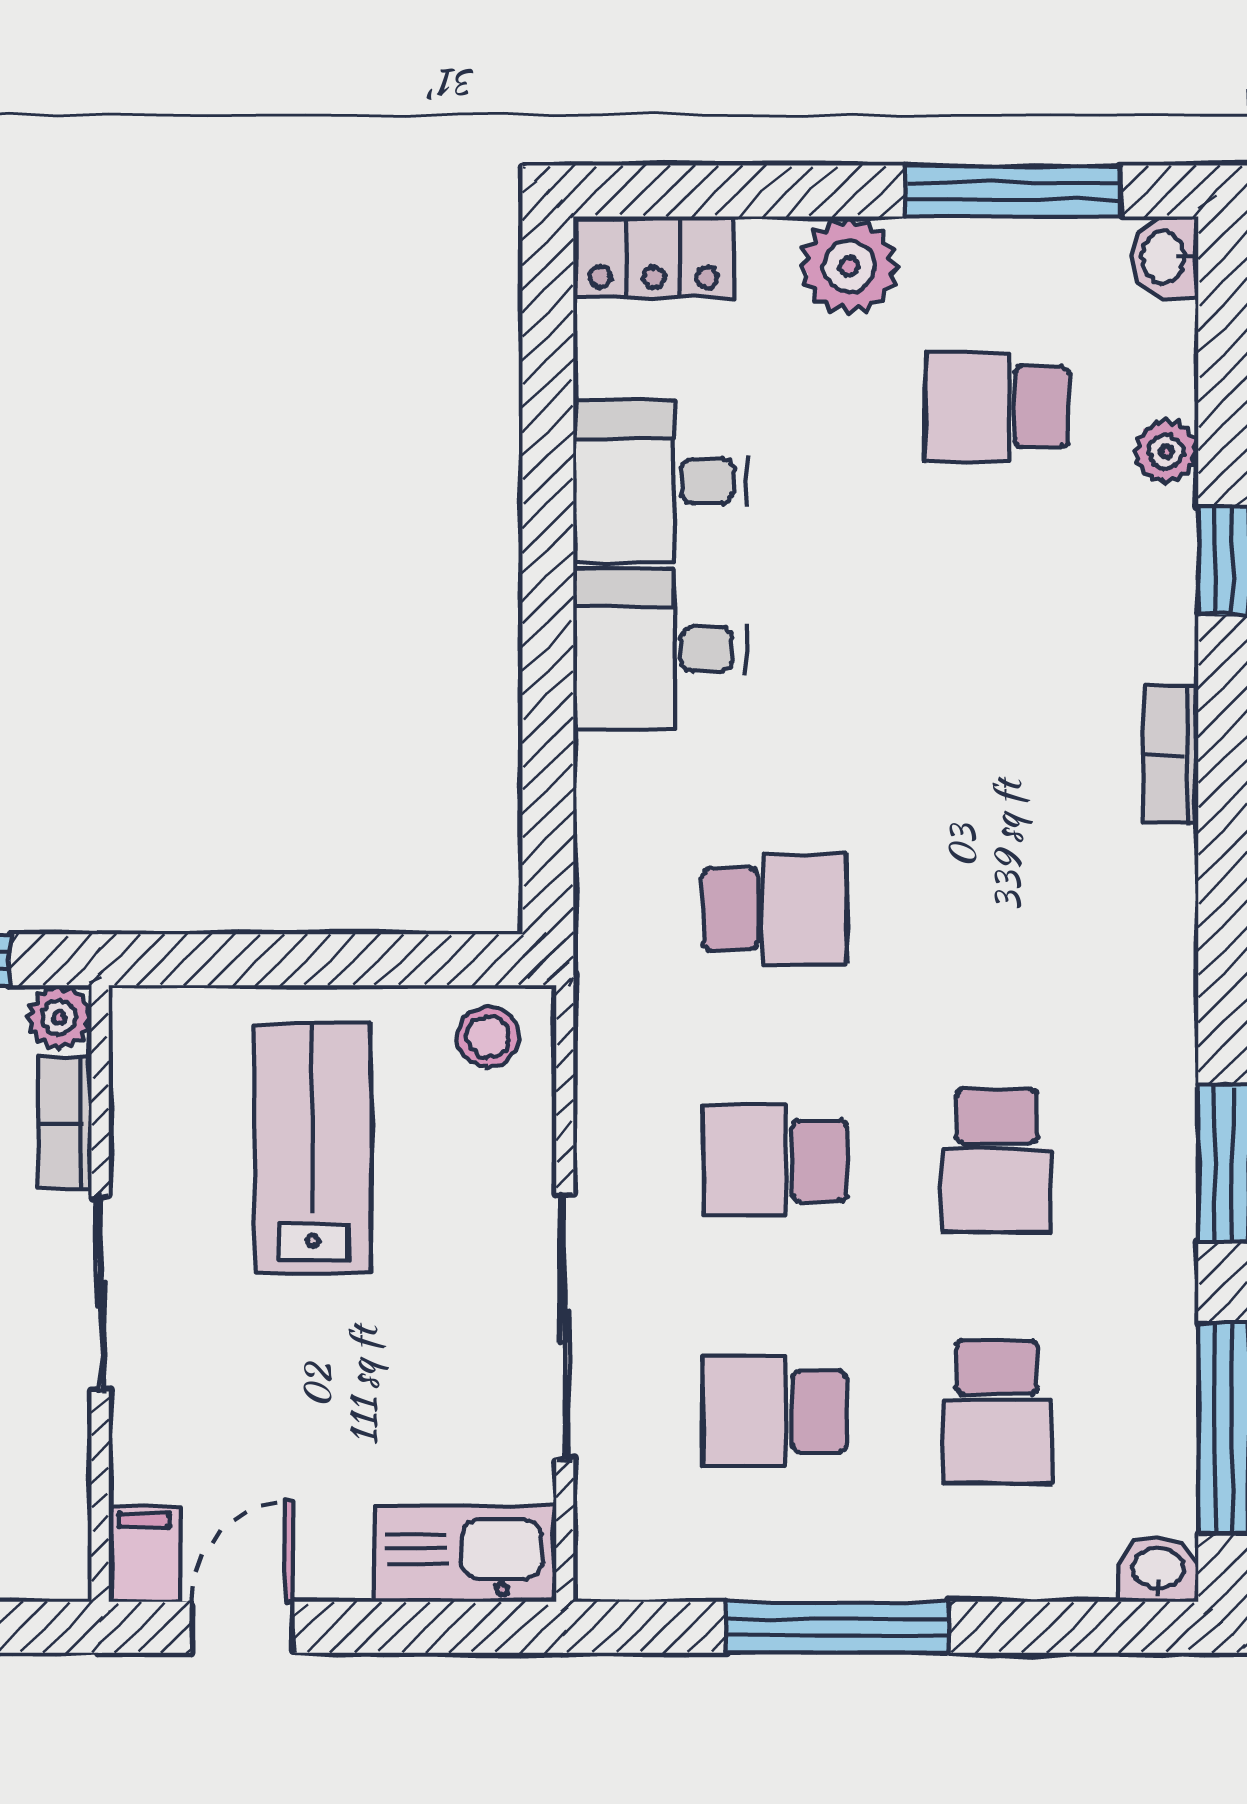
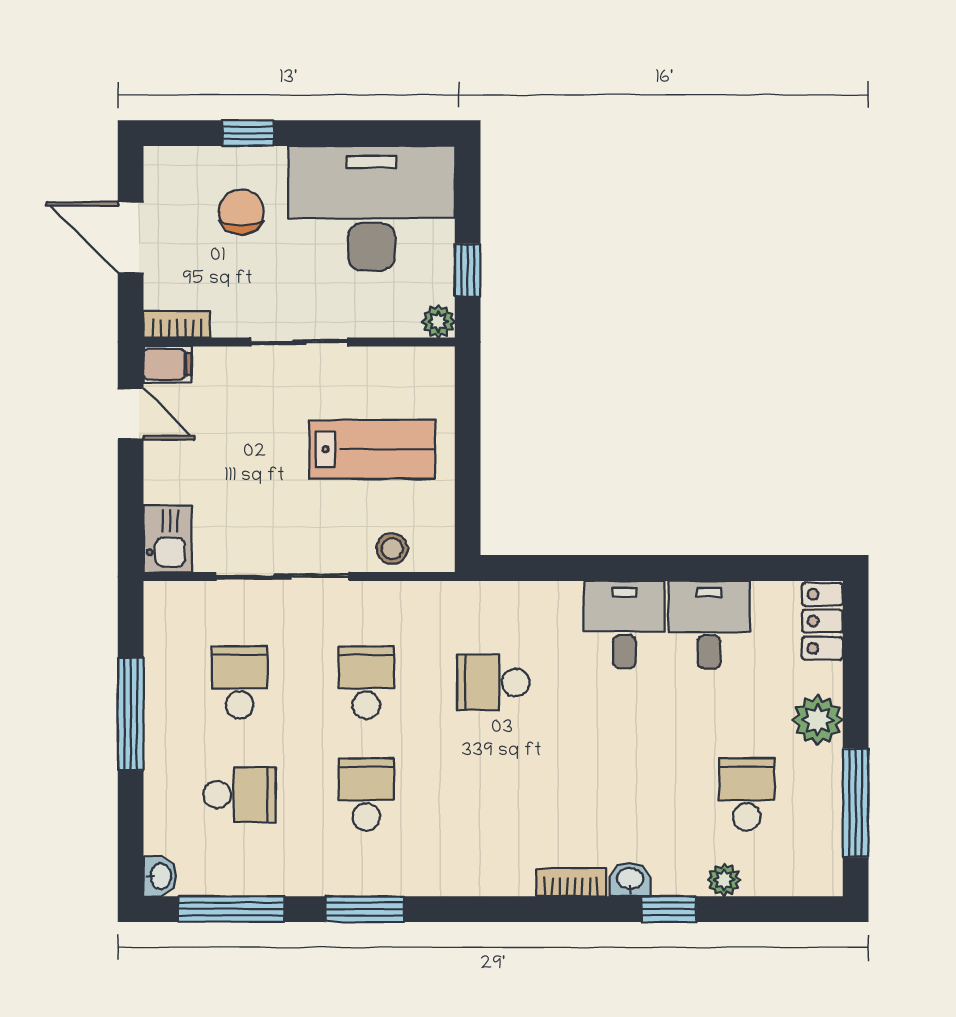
washbasin: (1165, 257) -> (630, 880), moved
school desk: (775, 909) -> (493, 683), turned 90
stool: (488, 1037) -> (392, 549), moved
bookcase: (65, 1123) -> (177, 324), moved
school desk: (997, 1160) -> (366, 795), turned 90
school desk: (997, 1412) -> (240, 795), turned 180
kitchen sink: (465, 1554) -> (168, 539), width x0.73

